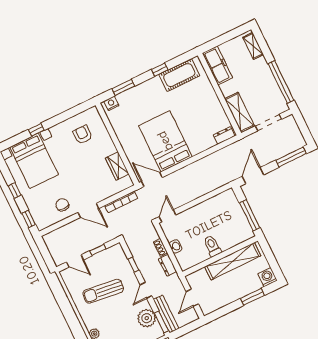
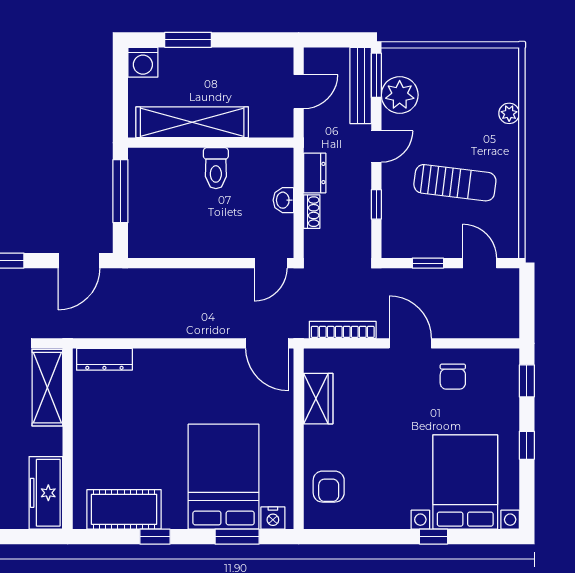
armchair: (83, 135) -> (329, 487), moved
dresser: (224, 135) -> (104, 359), width x1.44
bed: (165, 141) -> (224, 477), moved, turned 180

